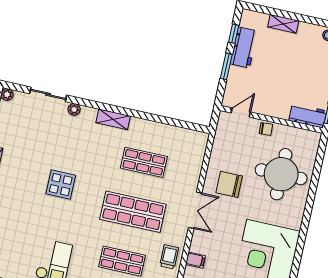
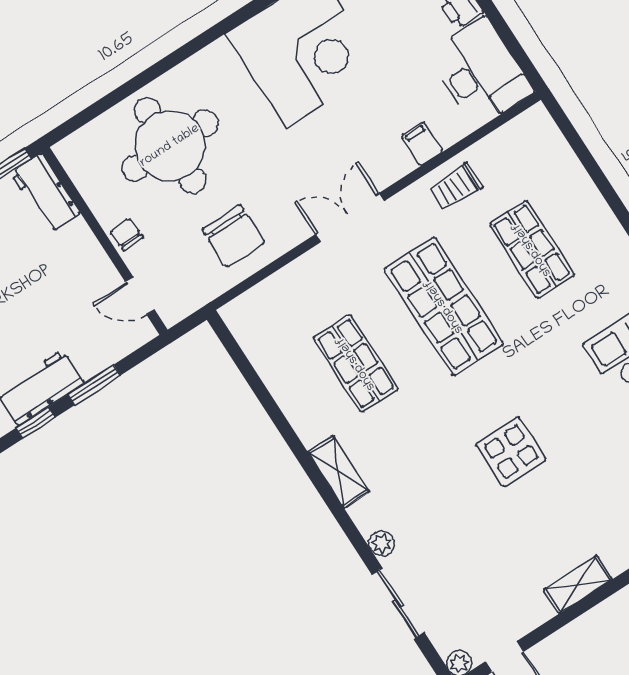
chair: (229, 184) -> (233, 236), moved

